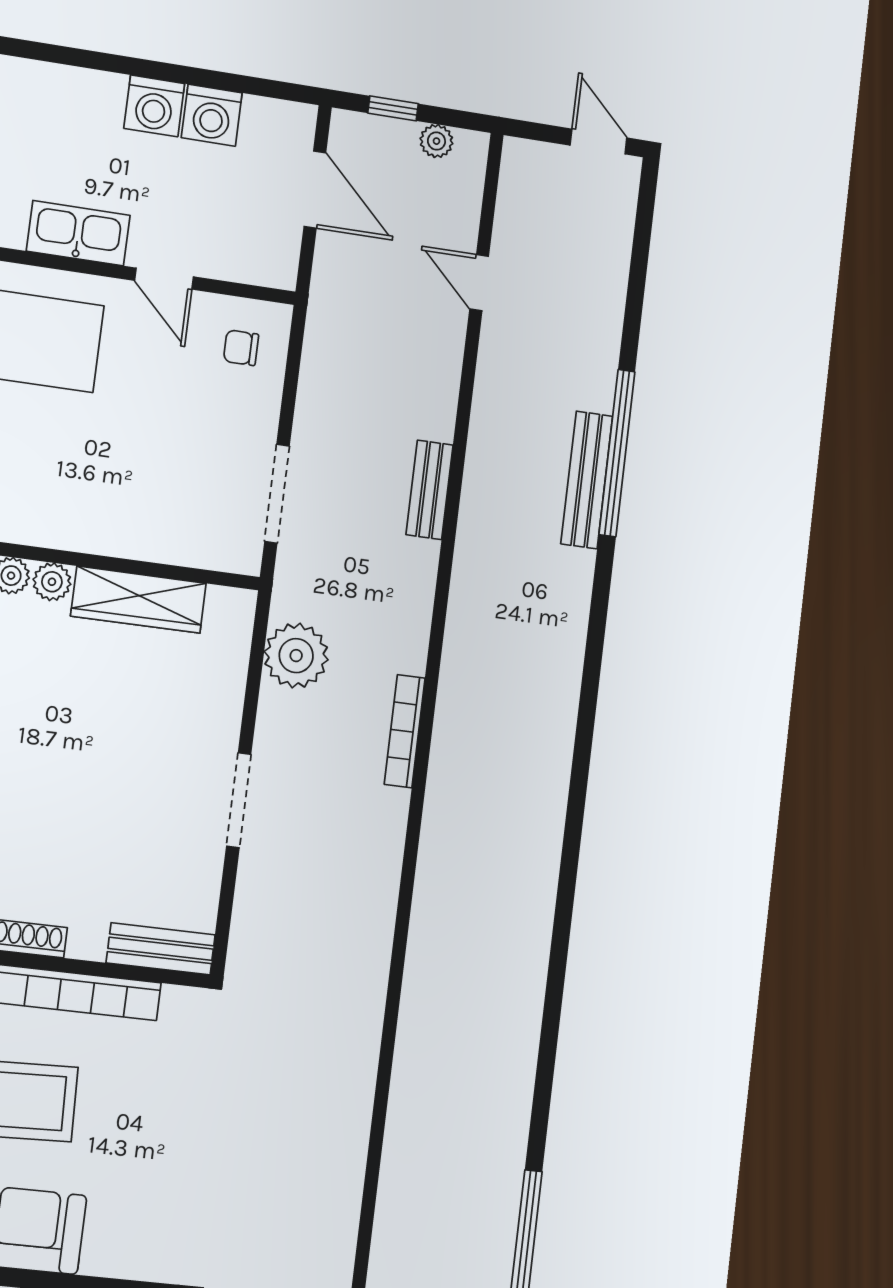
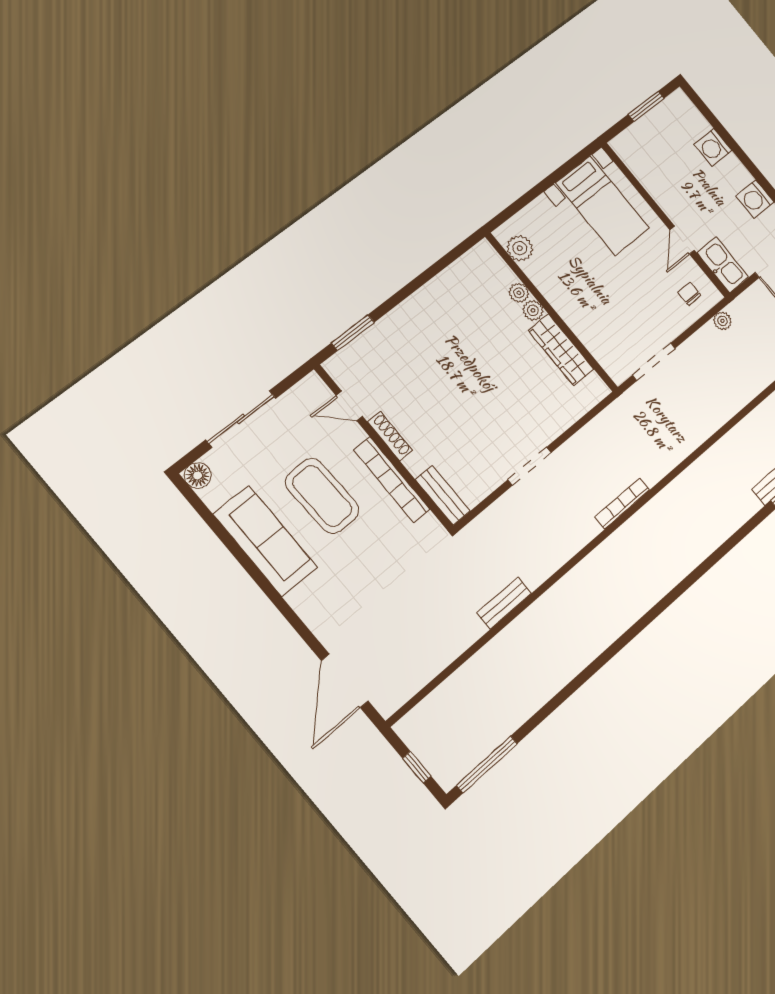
washing machine: (154, 106) -> (713, 147), moved
kitchen sink: (78, 233) -> (723, 265), moved
bench: (430, 490) -> (504, 603), moved
plant: (296, 656) -> (722, 321), moved, width x0.53, depth x0.53

